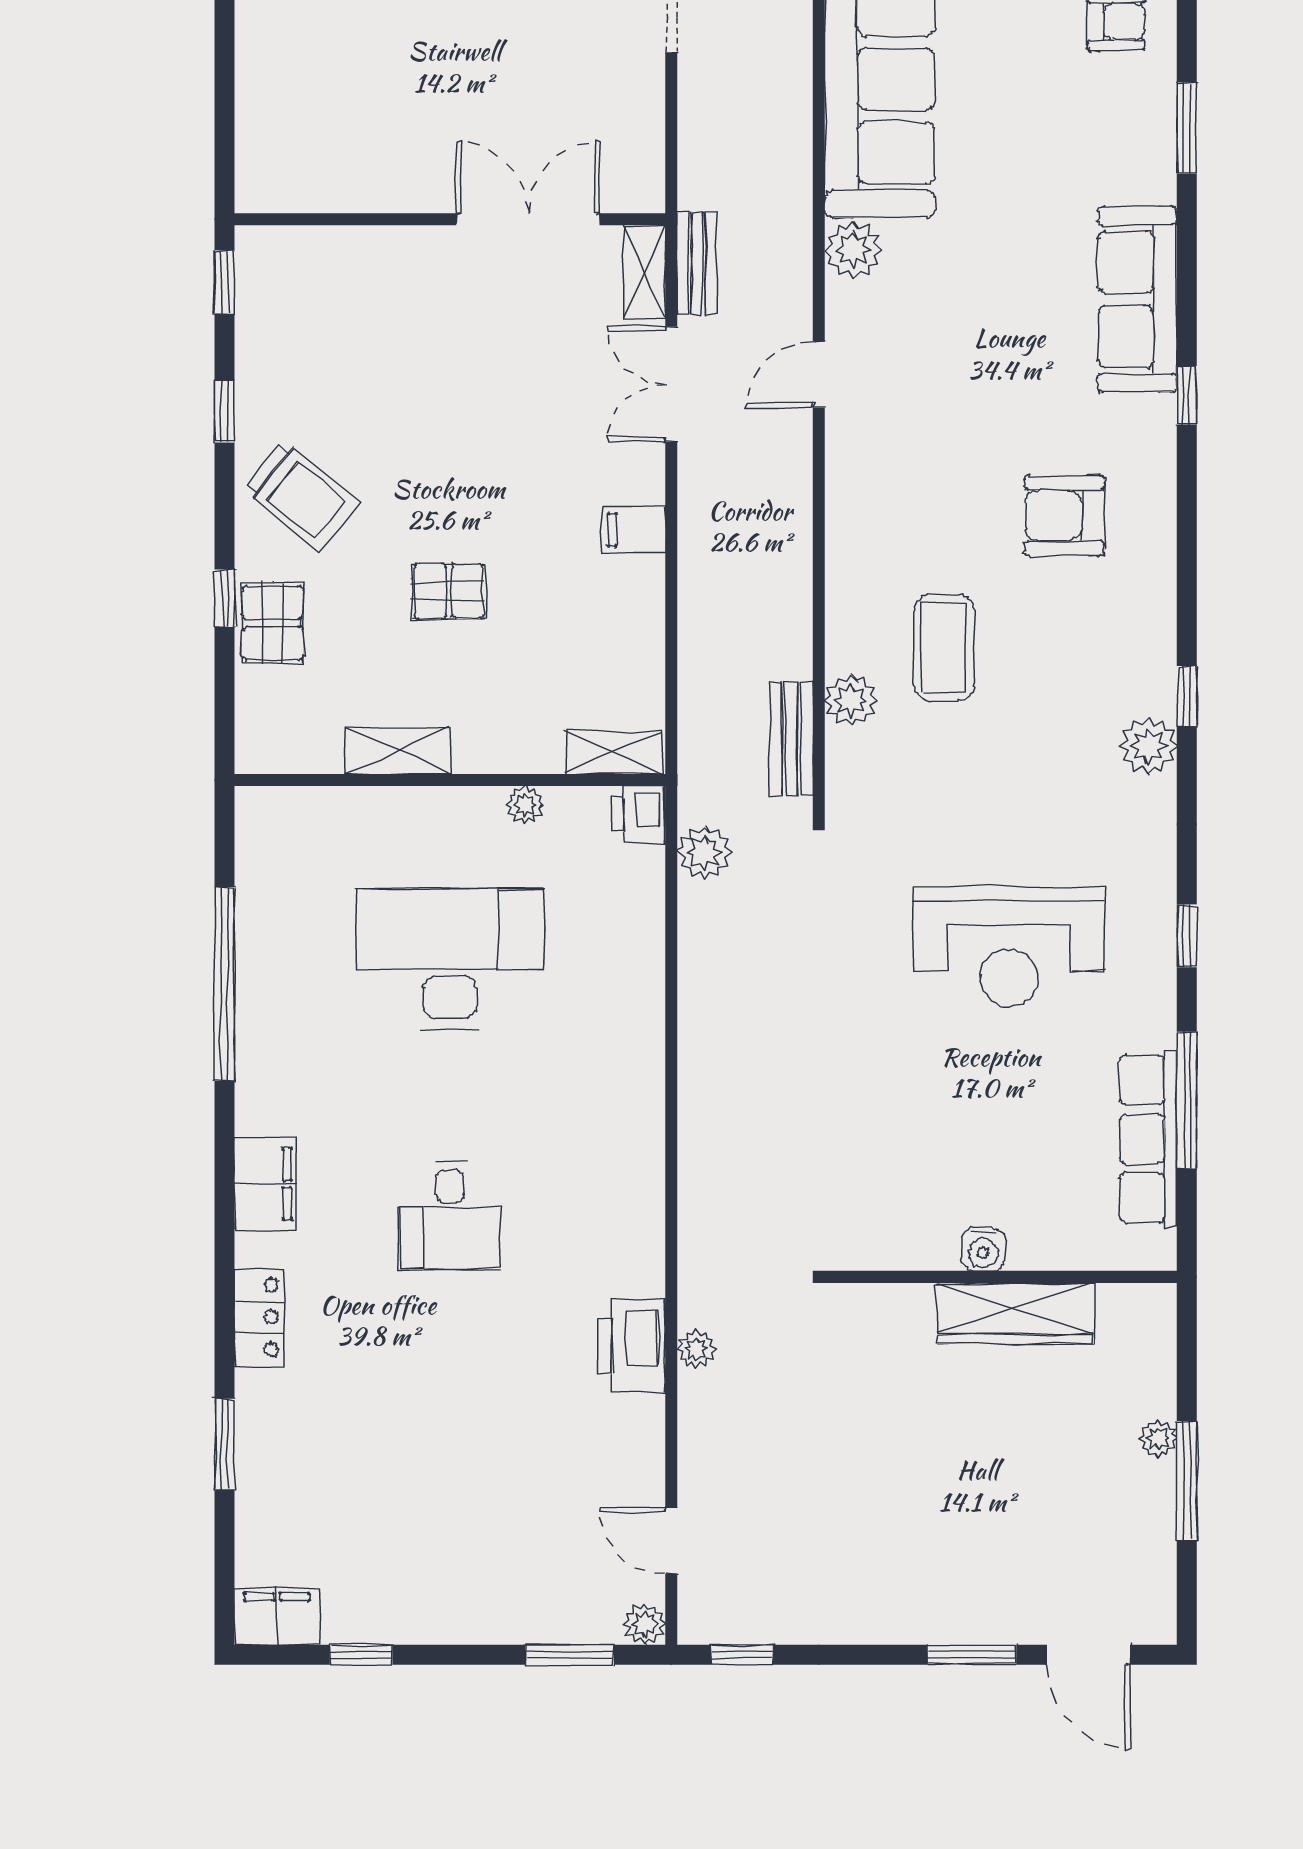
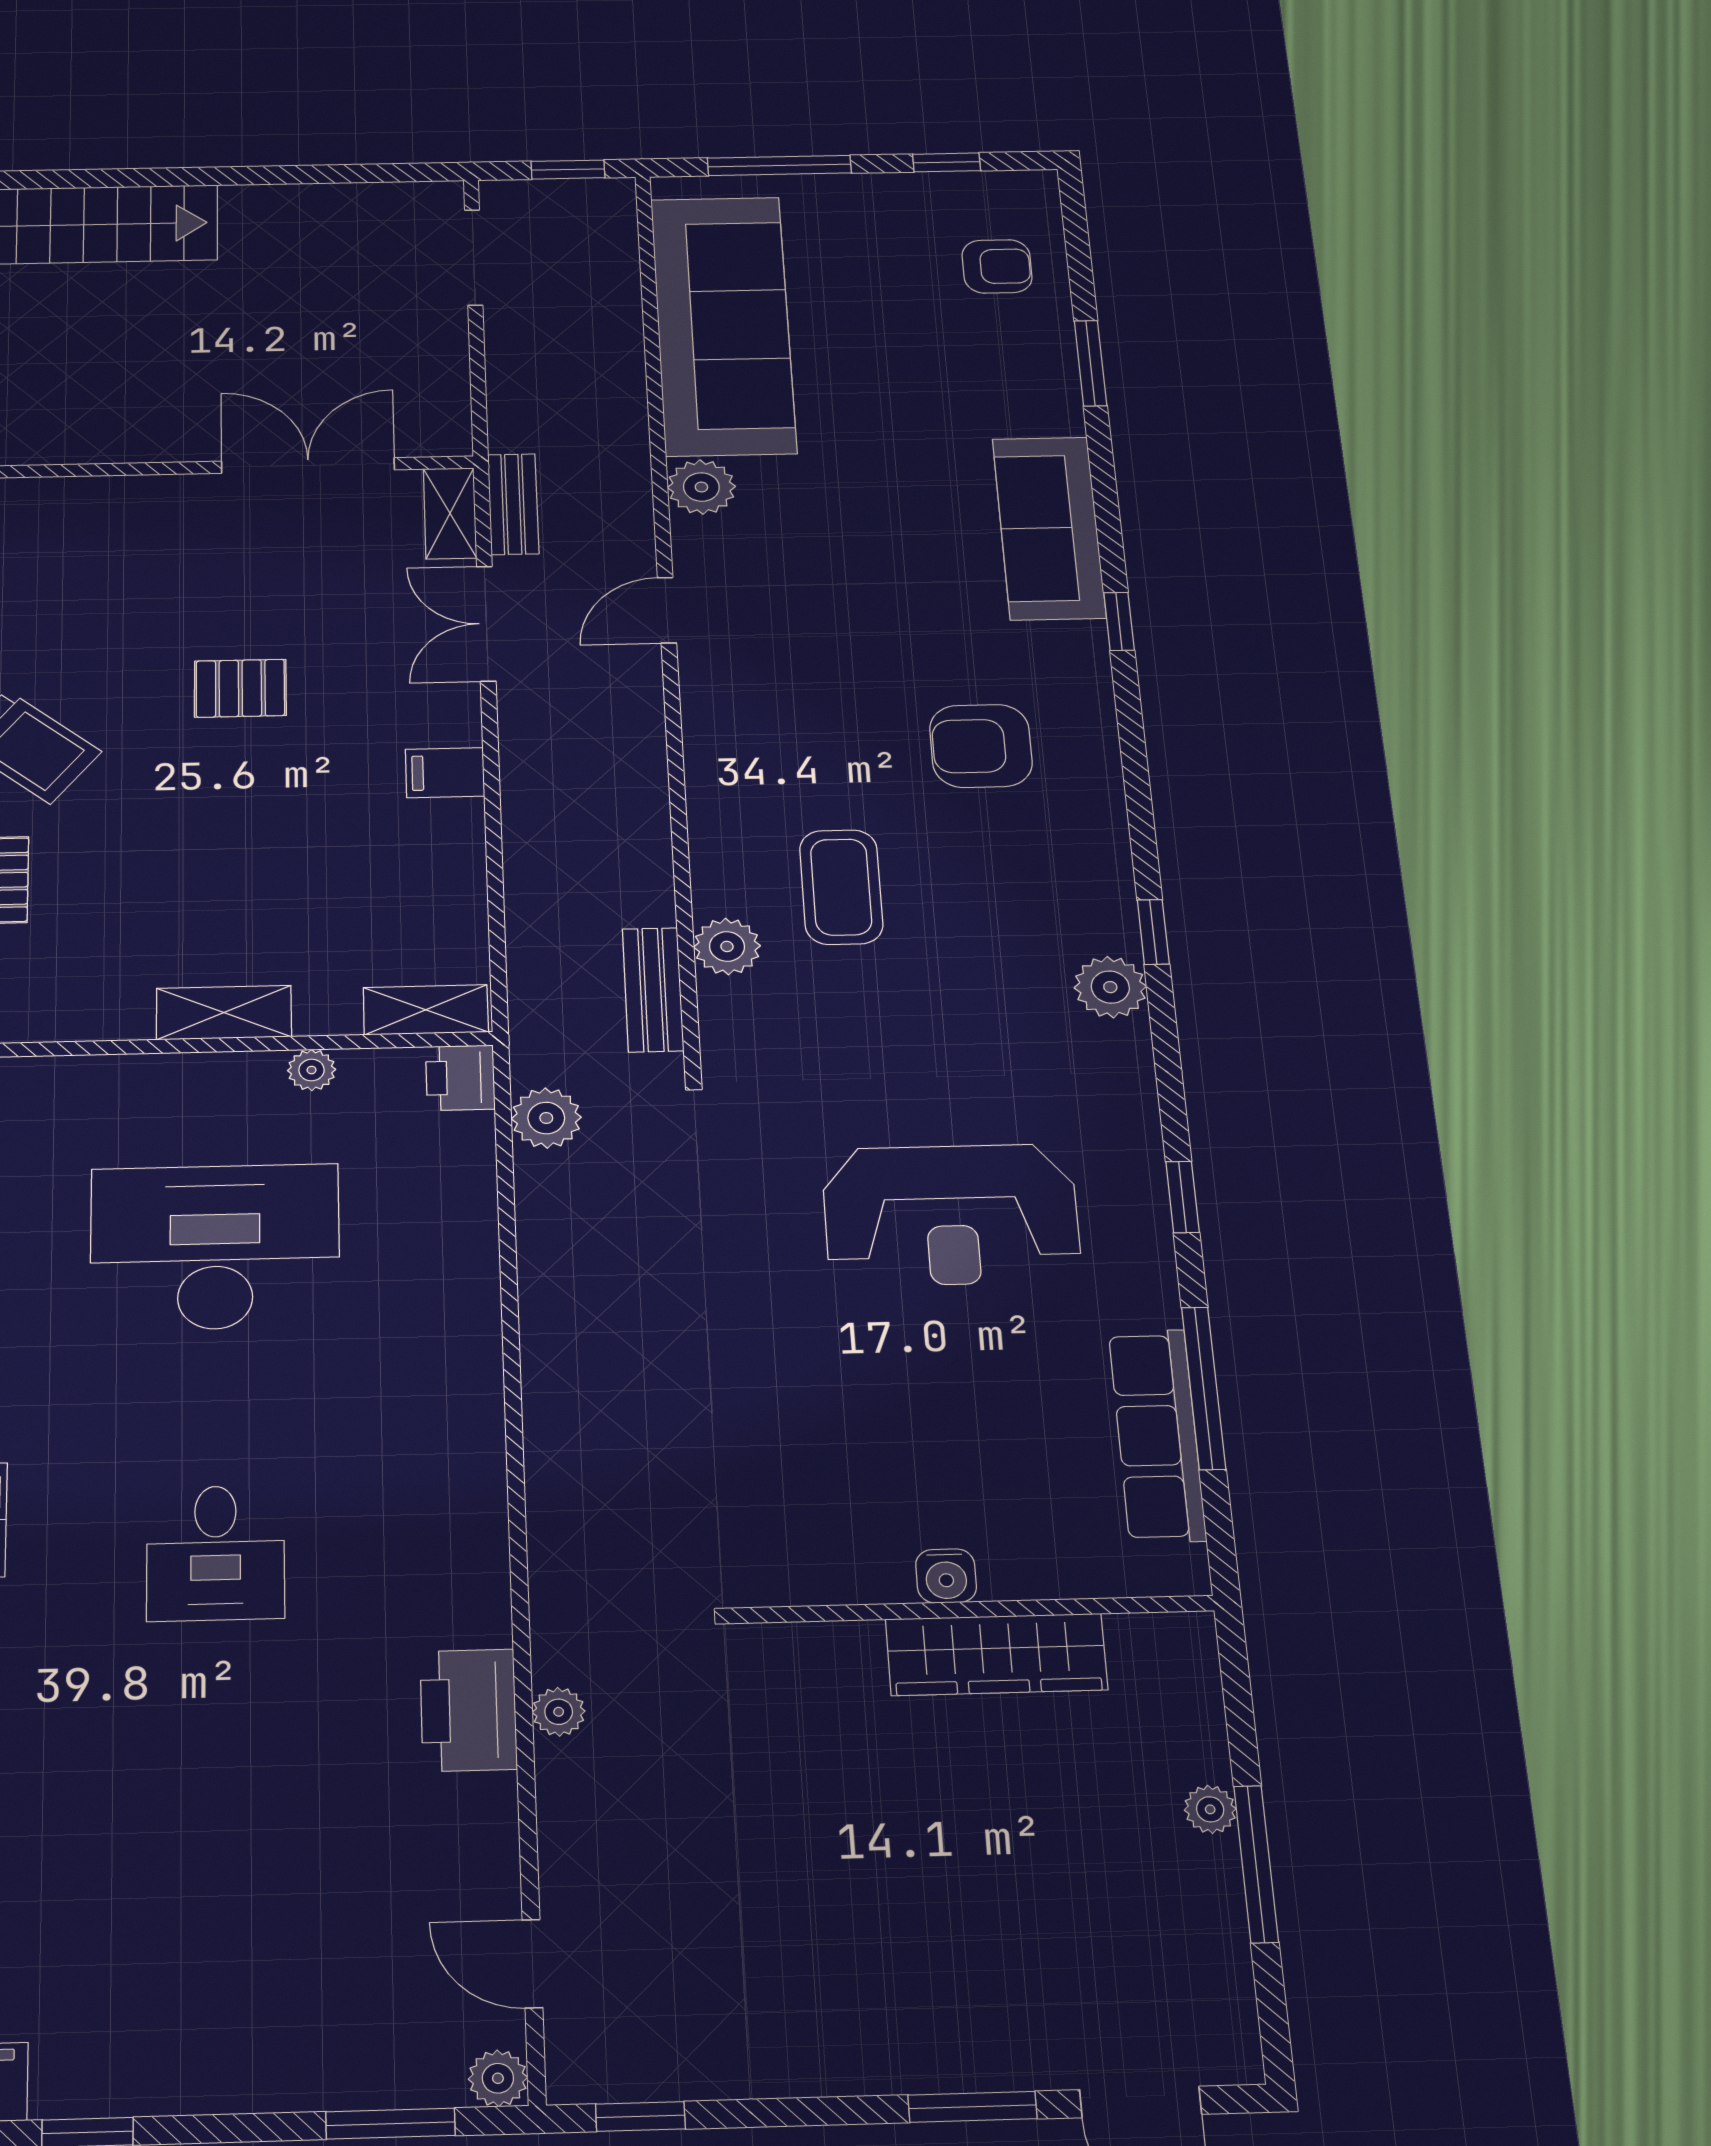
pallet: (449, 591) -> (240, 688), moved
shelving: (398, 751) -> (224, 1012), moved

